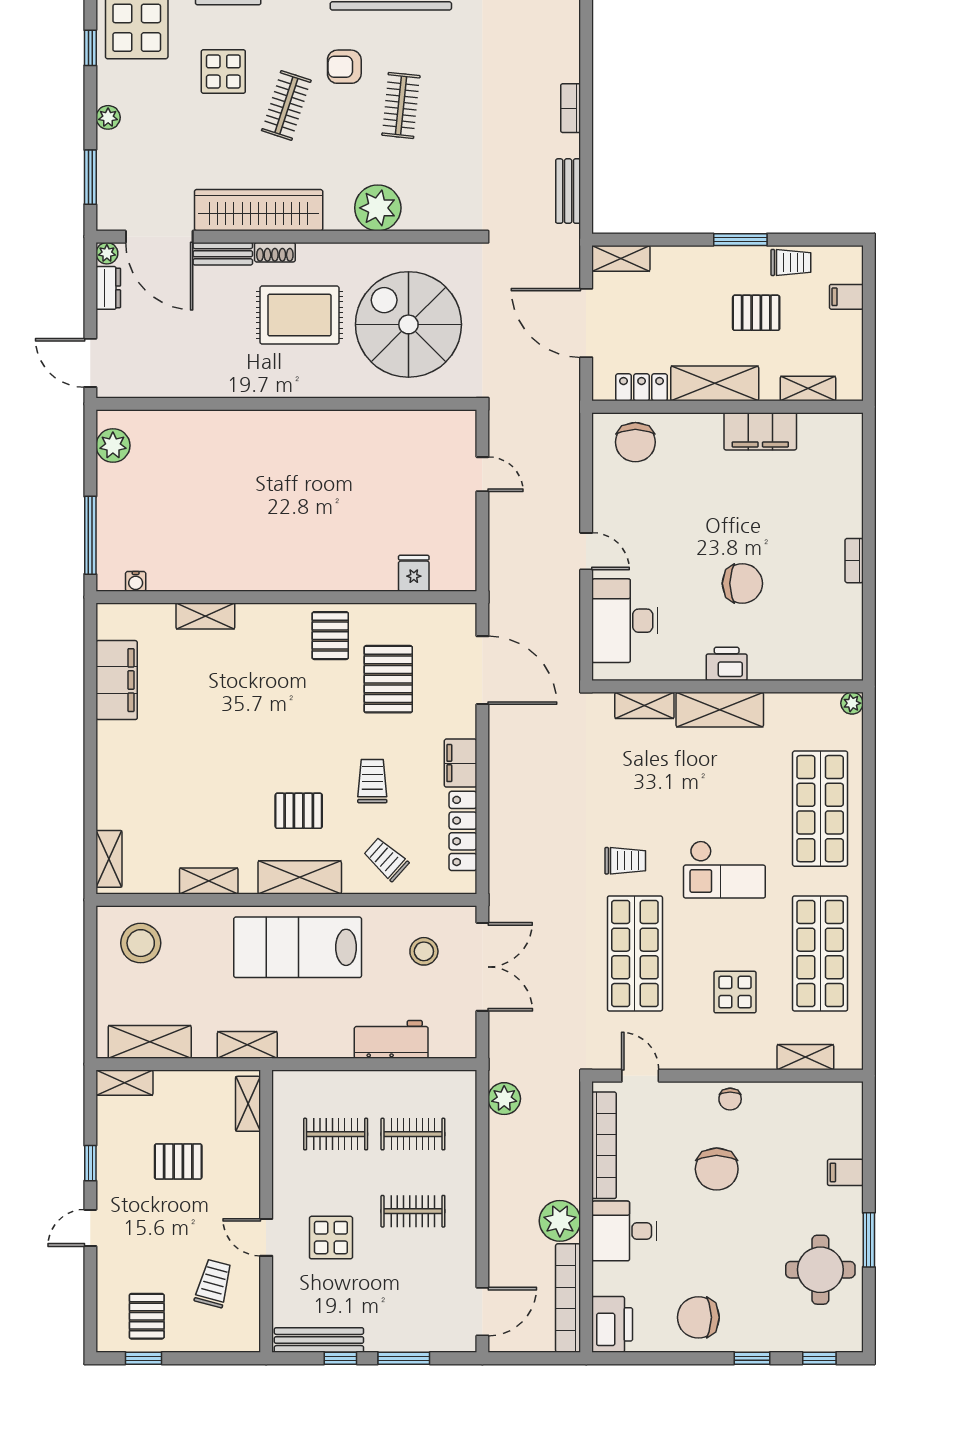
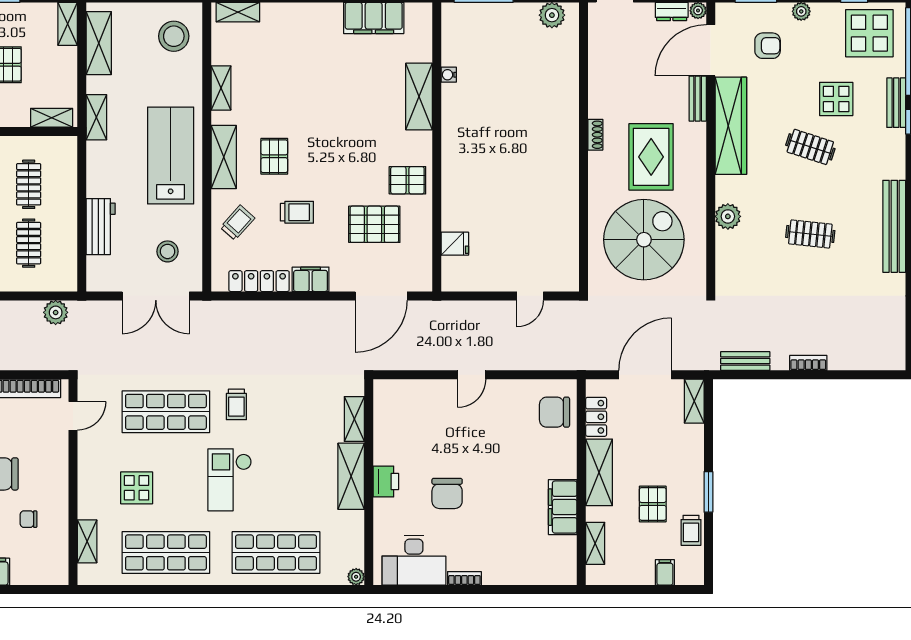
armchair: (344, 67) -> (768, 46), moved, turned 90
plant: (378, 208) -> (728, 216), width x0.73, depth x0.73
shoe rack: (275, 252) -> (595, 135), moved, turned 180
water cooler: (136, 581) -> (449, 75), moved
shelving: (205, 616) -> (419, 96), width x1.50, depth x1.33
desk: (625, 621) -> (414, 560), moved, turned 180
chair: (730, 1099) -> (29, 519), moved

